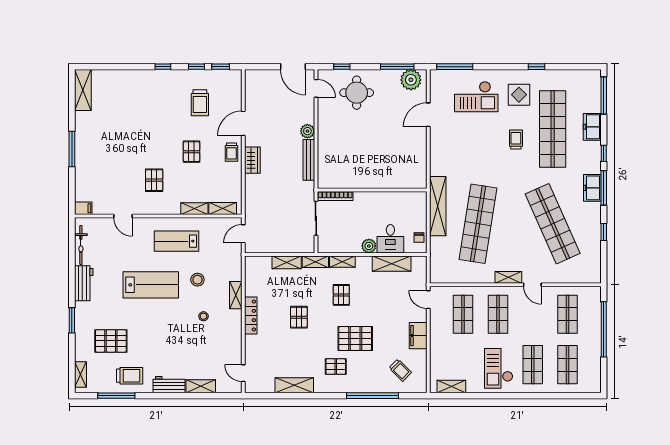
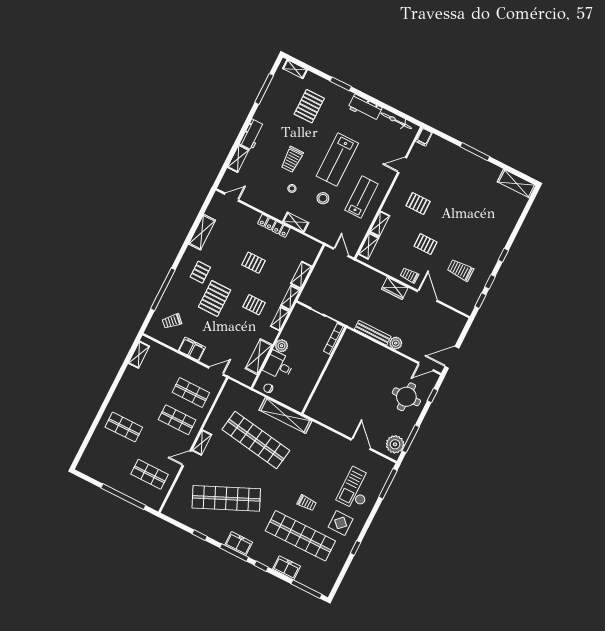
shop shelf: (568, 365) -> (110, 454), removed
checkout: (499, 368) -> (134, 399), removed
trolley: (130, 376) -> (292, 159), moved

